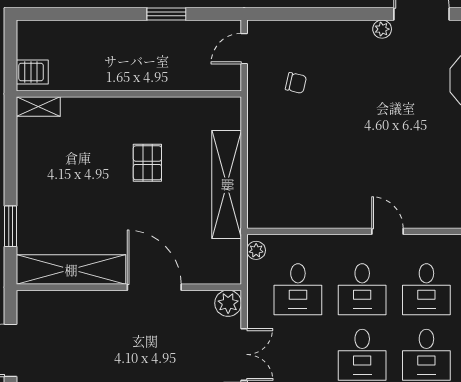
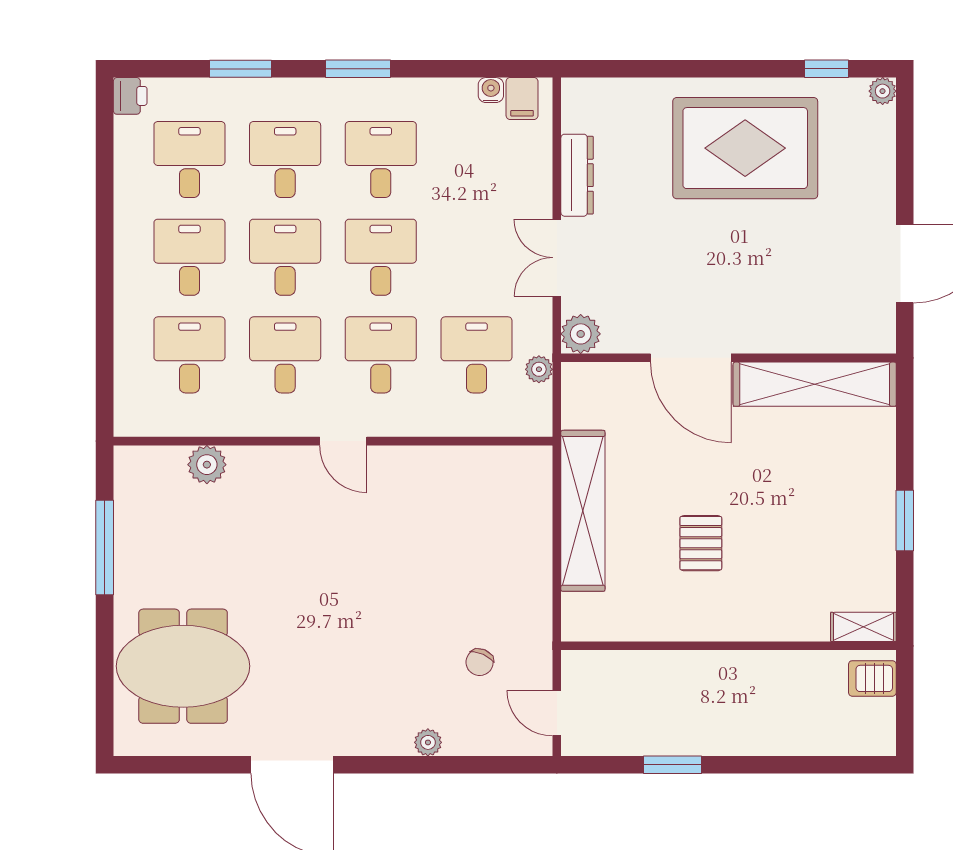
plant: (382, 29) -> (428, 742), moved
door: (244, 49) -> (557, 713), swing flipped
chair: (296, 83) -> (480, 662), turned -79
window: (11, 226) -> (905, 520), moved
plant: (256, 250) -> (539, 369), moved

